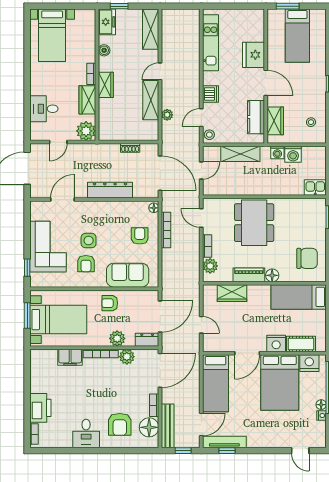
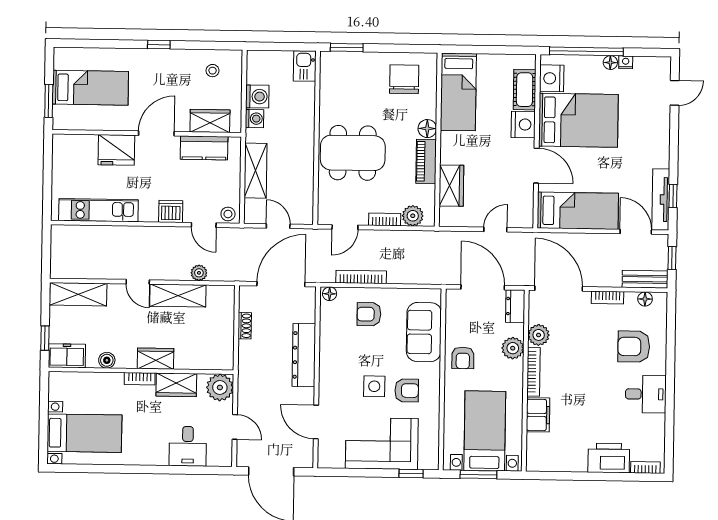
armchair: (120, 424) -> (634, 347), turned 180
bench: (168, 426) -> (645, 279), width x0.73
floor lamp: (149, 427) -> (645, 299), width x0.53, depth x0.53

